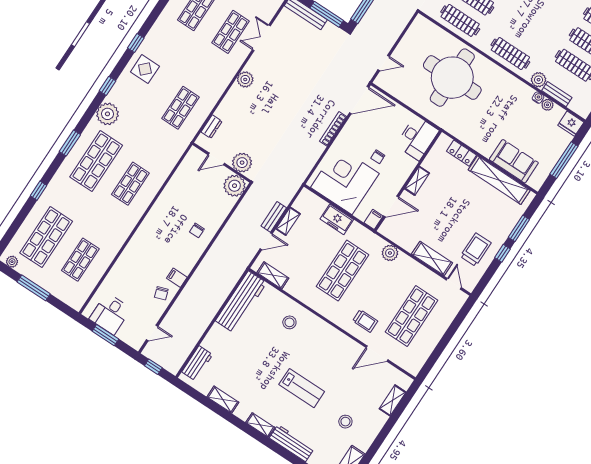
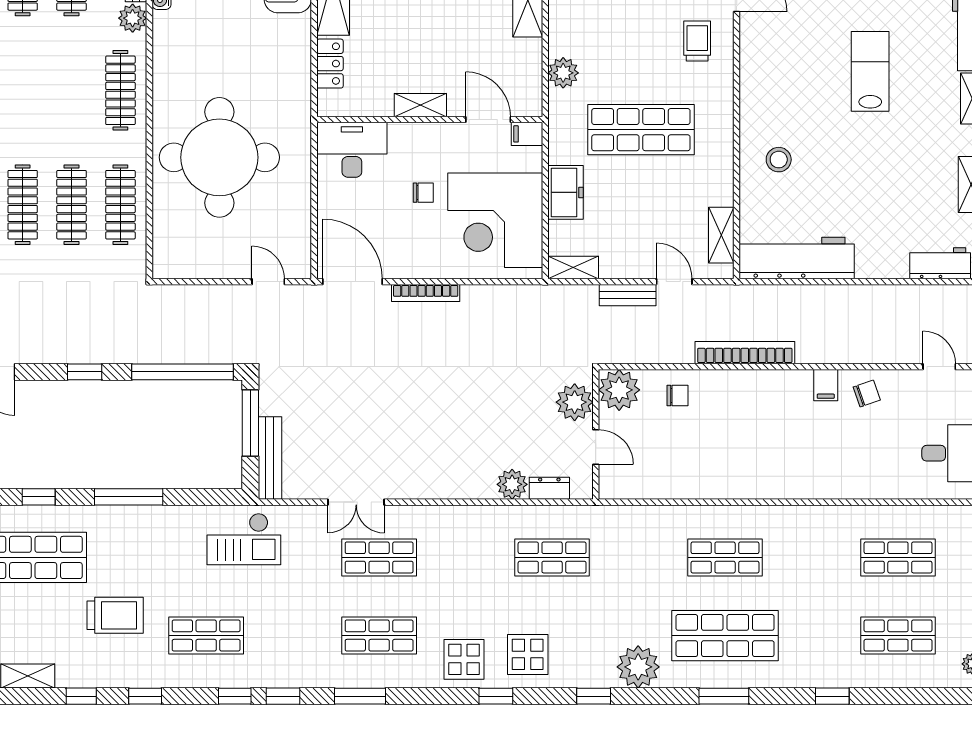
display table: (161, 40) -> (464, 659), added
plant: (245, 79) -> (512, 484), moved
shelving: (288, 221) -> (573, 268), moved
chair: (197, 230) -> (678, 396), moved
shop shelf: (46, 237) -> (898, 636), width x0.70, depth x0.74
bookcase: (215, 252) -> (745, 353), added

